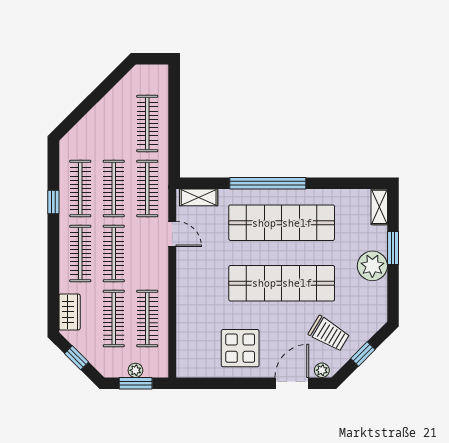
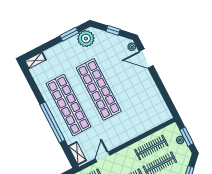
window: (393, 248) -> (69, 34), moved
plant: (372, 266) -> (86, 39), moved
trolley: (329, 334) -> (112, 53), removed
display table: (240, 348) -> (142, 93), removed

